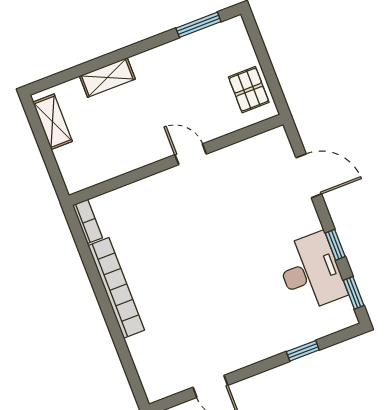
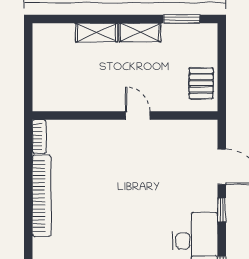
shelving: (53, 122) -> (140, 32), moved, turned 90
window: (335, 245) -> (222, 210), moved

